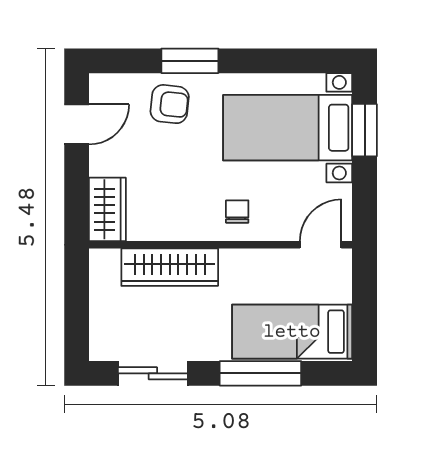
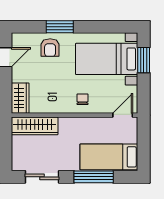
armchair: (170, 104) -> (50, 48), turned 84
wardrobe: (170, 267) -> (35, 126), moved

